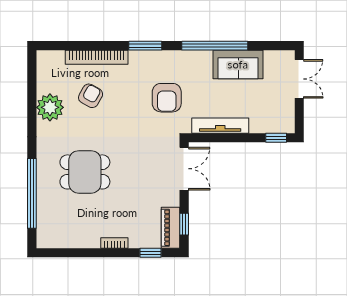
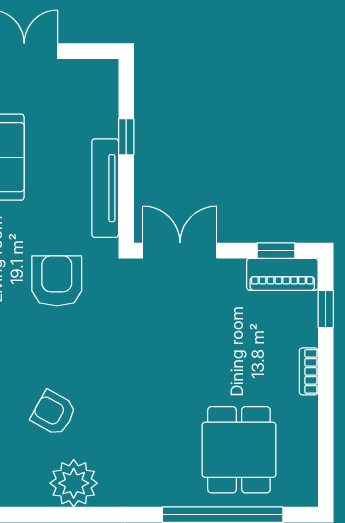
armchair: (167, 98) -> (57, 281), turned -90
window: (276, 138) -> (126, 137), moved
dining table: (85, 172) -> (239, 450), moved

